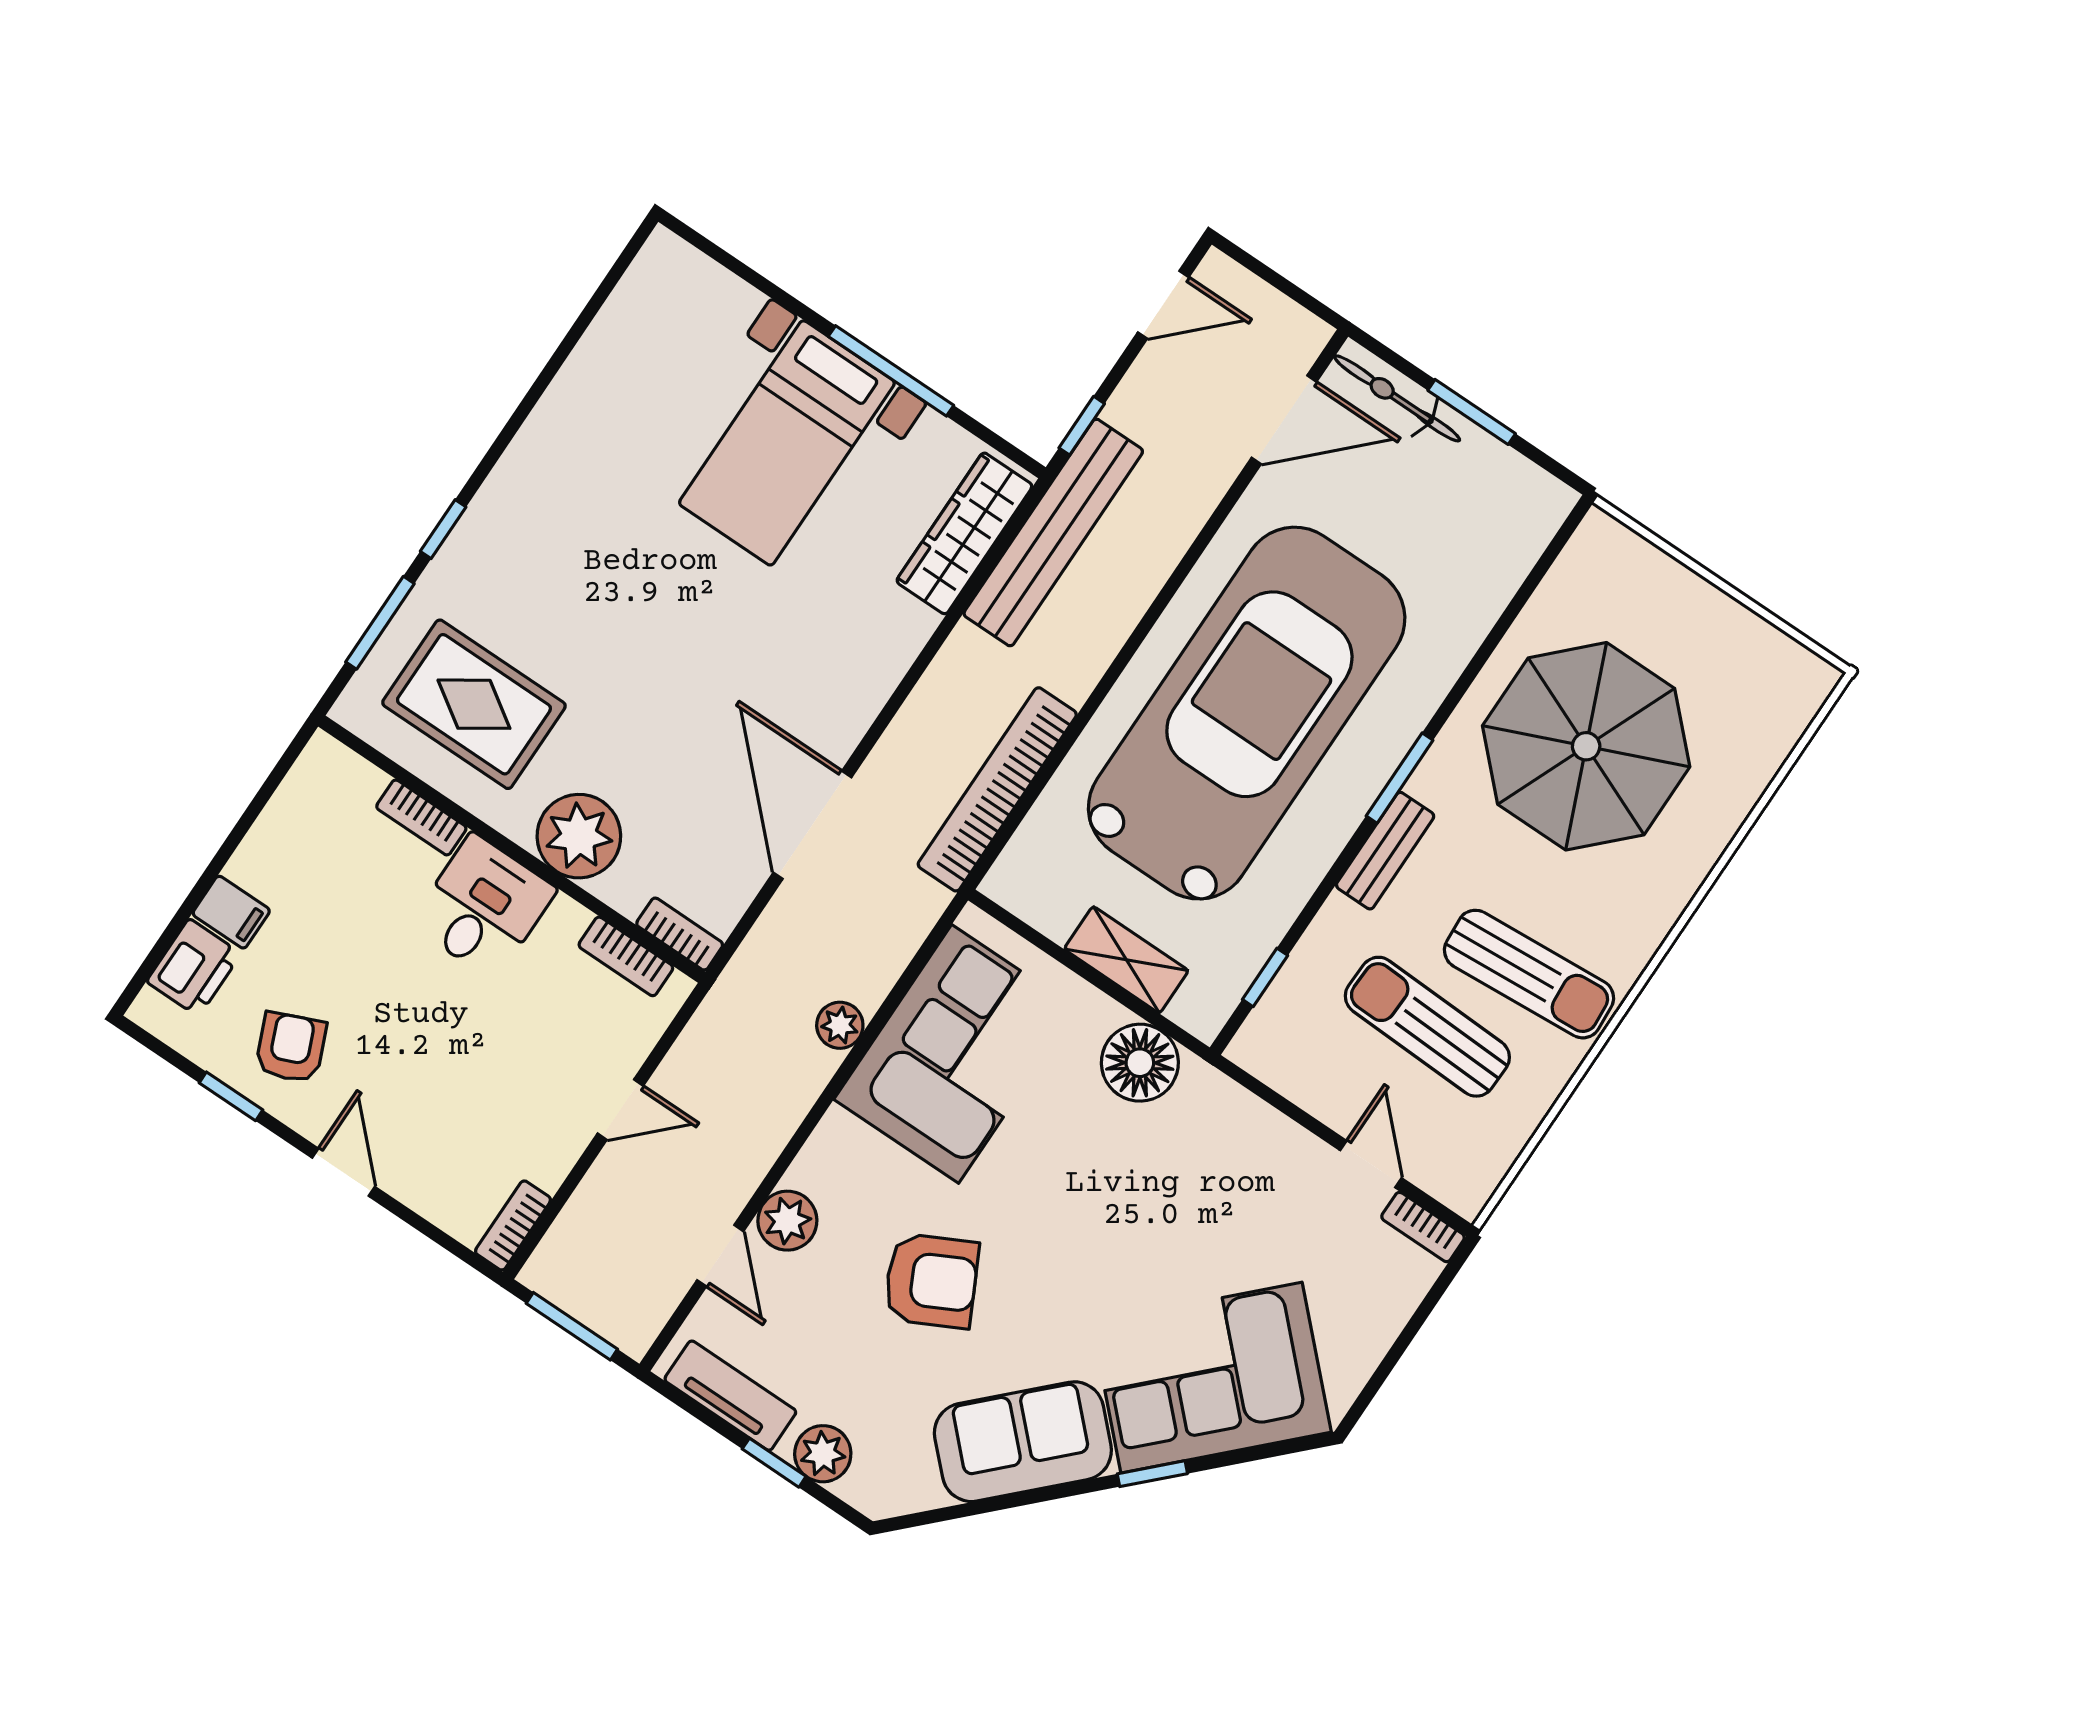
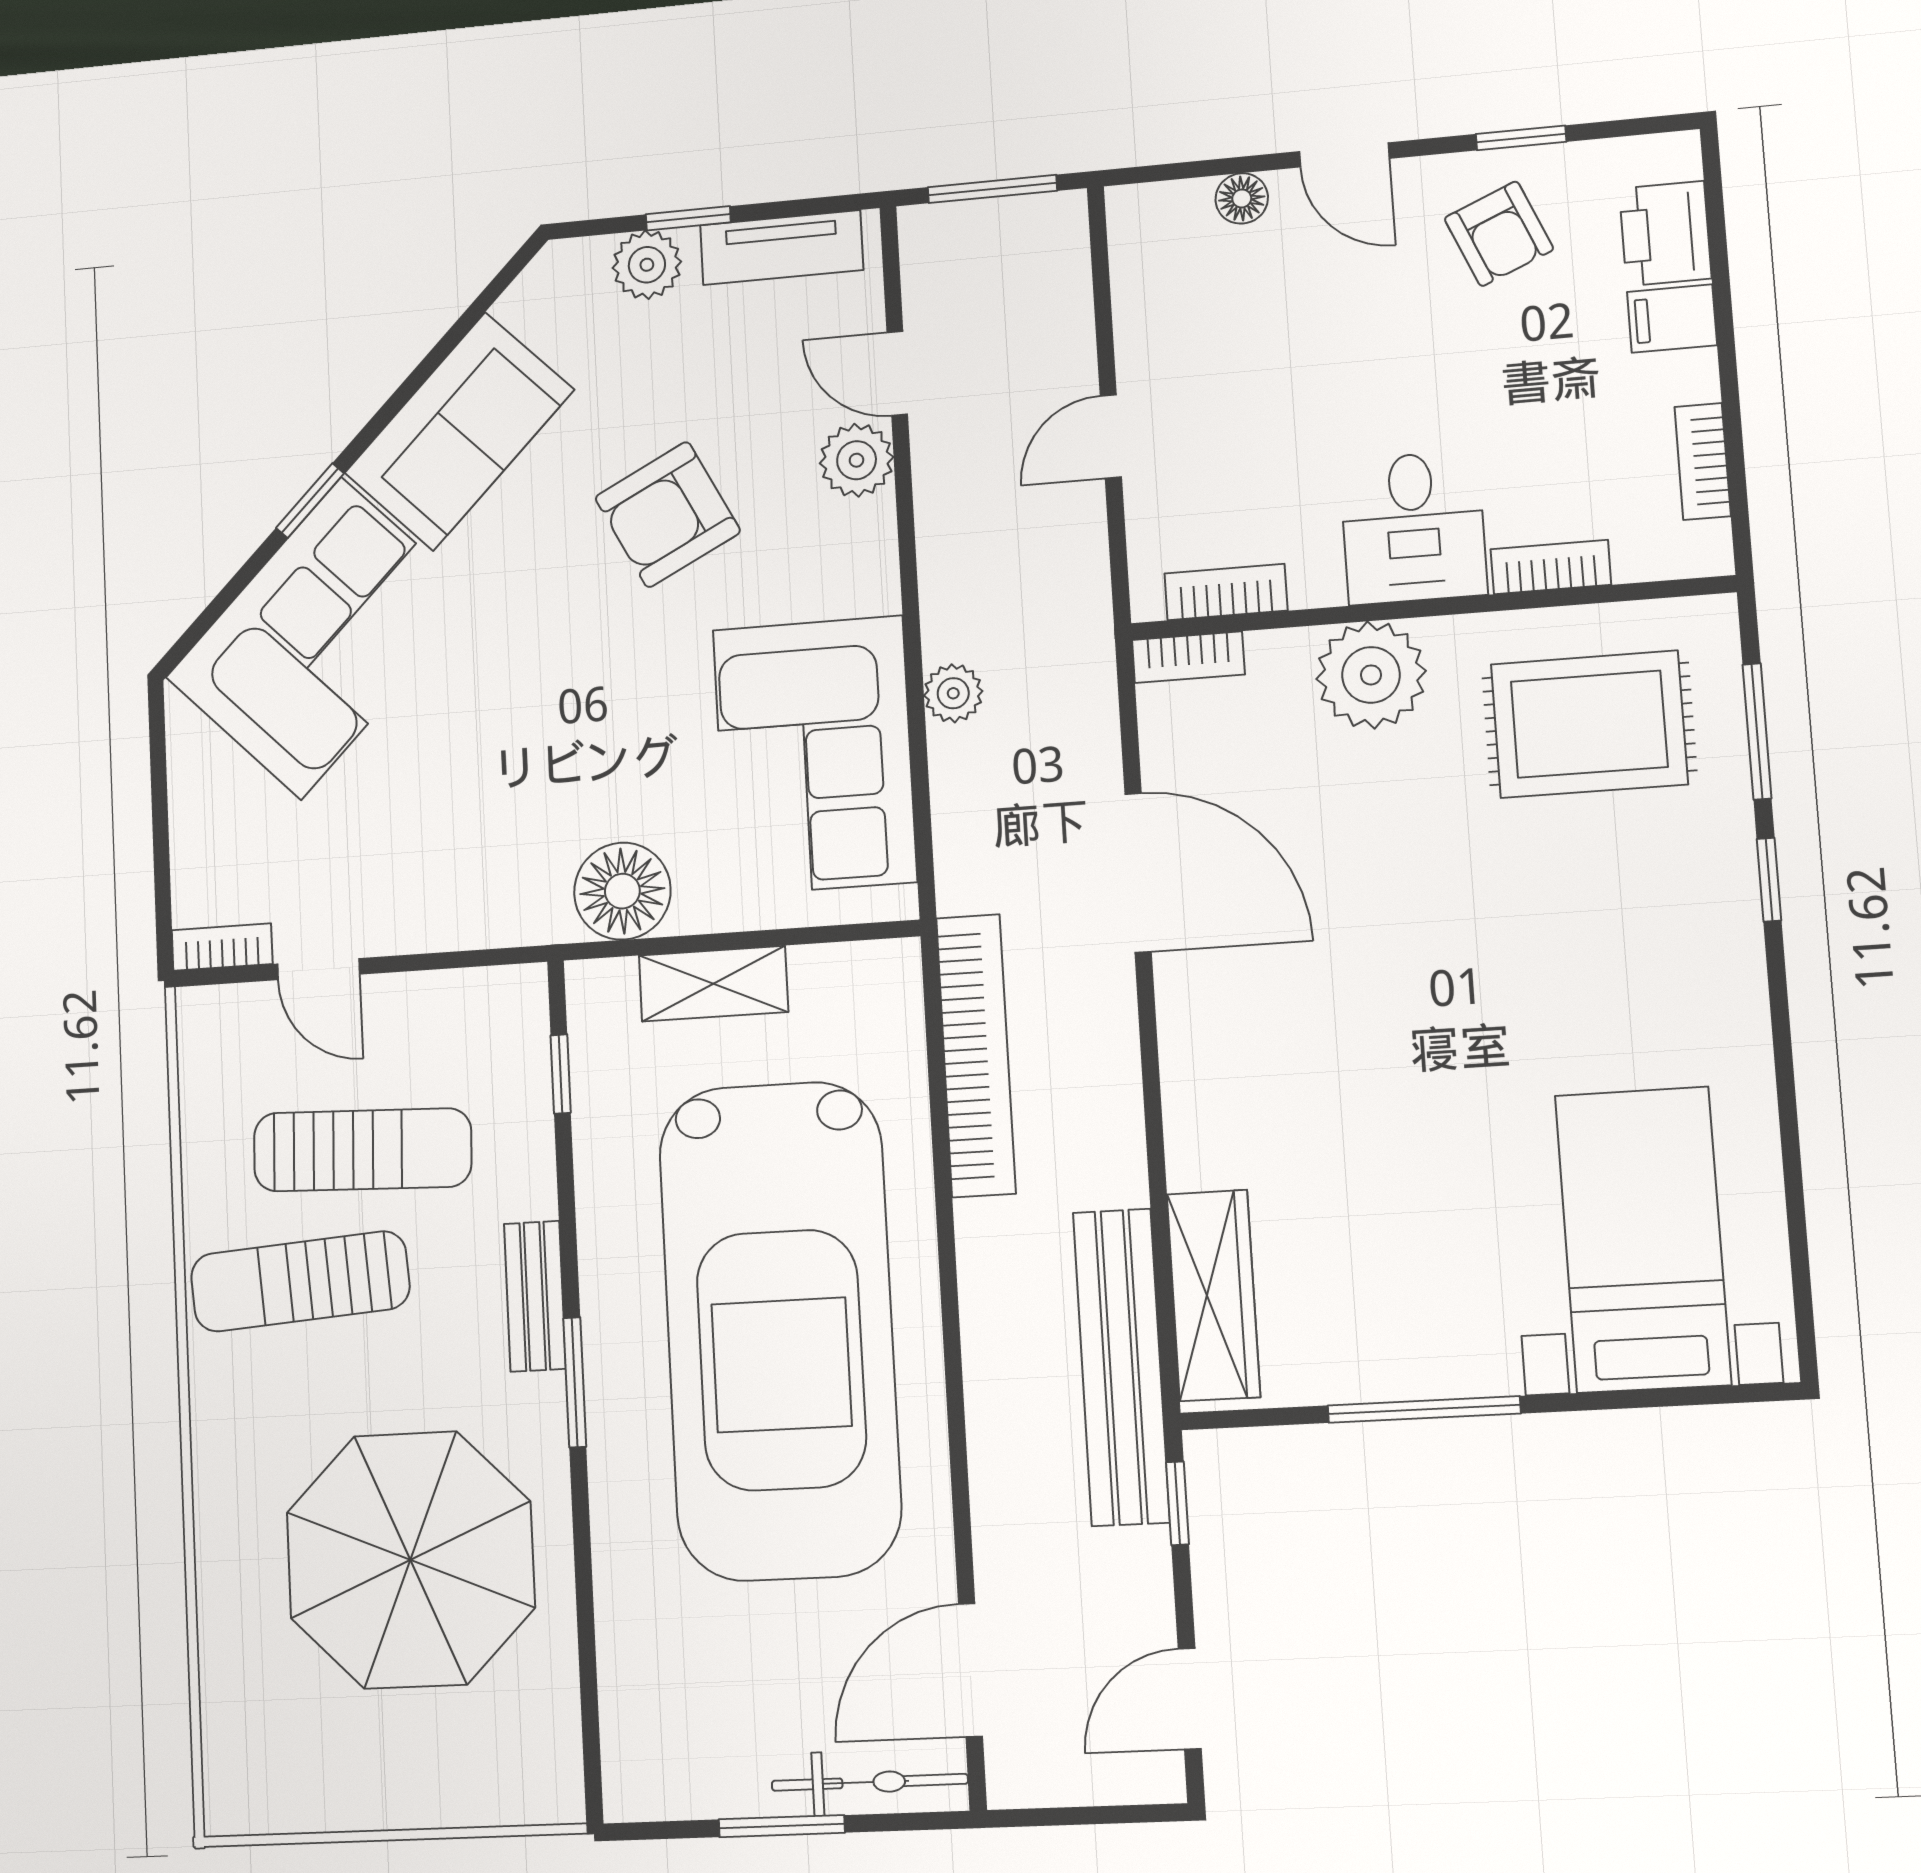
bed with nightstands: (787, 443) -> (1643, 1240), moved
floor lamp: (426, 1195) -> (1242, 198), added
bookcase: (513, 1225) -> (1703, 462), moved, turned 180

